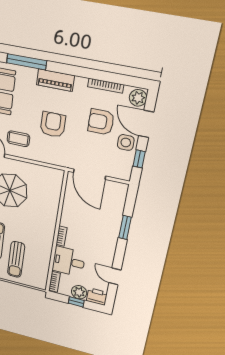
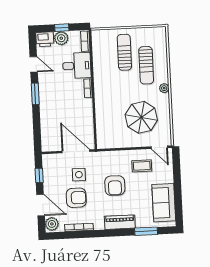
window: (27, 62) -> (146, 231), width x0.69
side table: (126, 142) -> (79, 175), moved
window: (125, 227) -> (35, 94), moved

